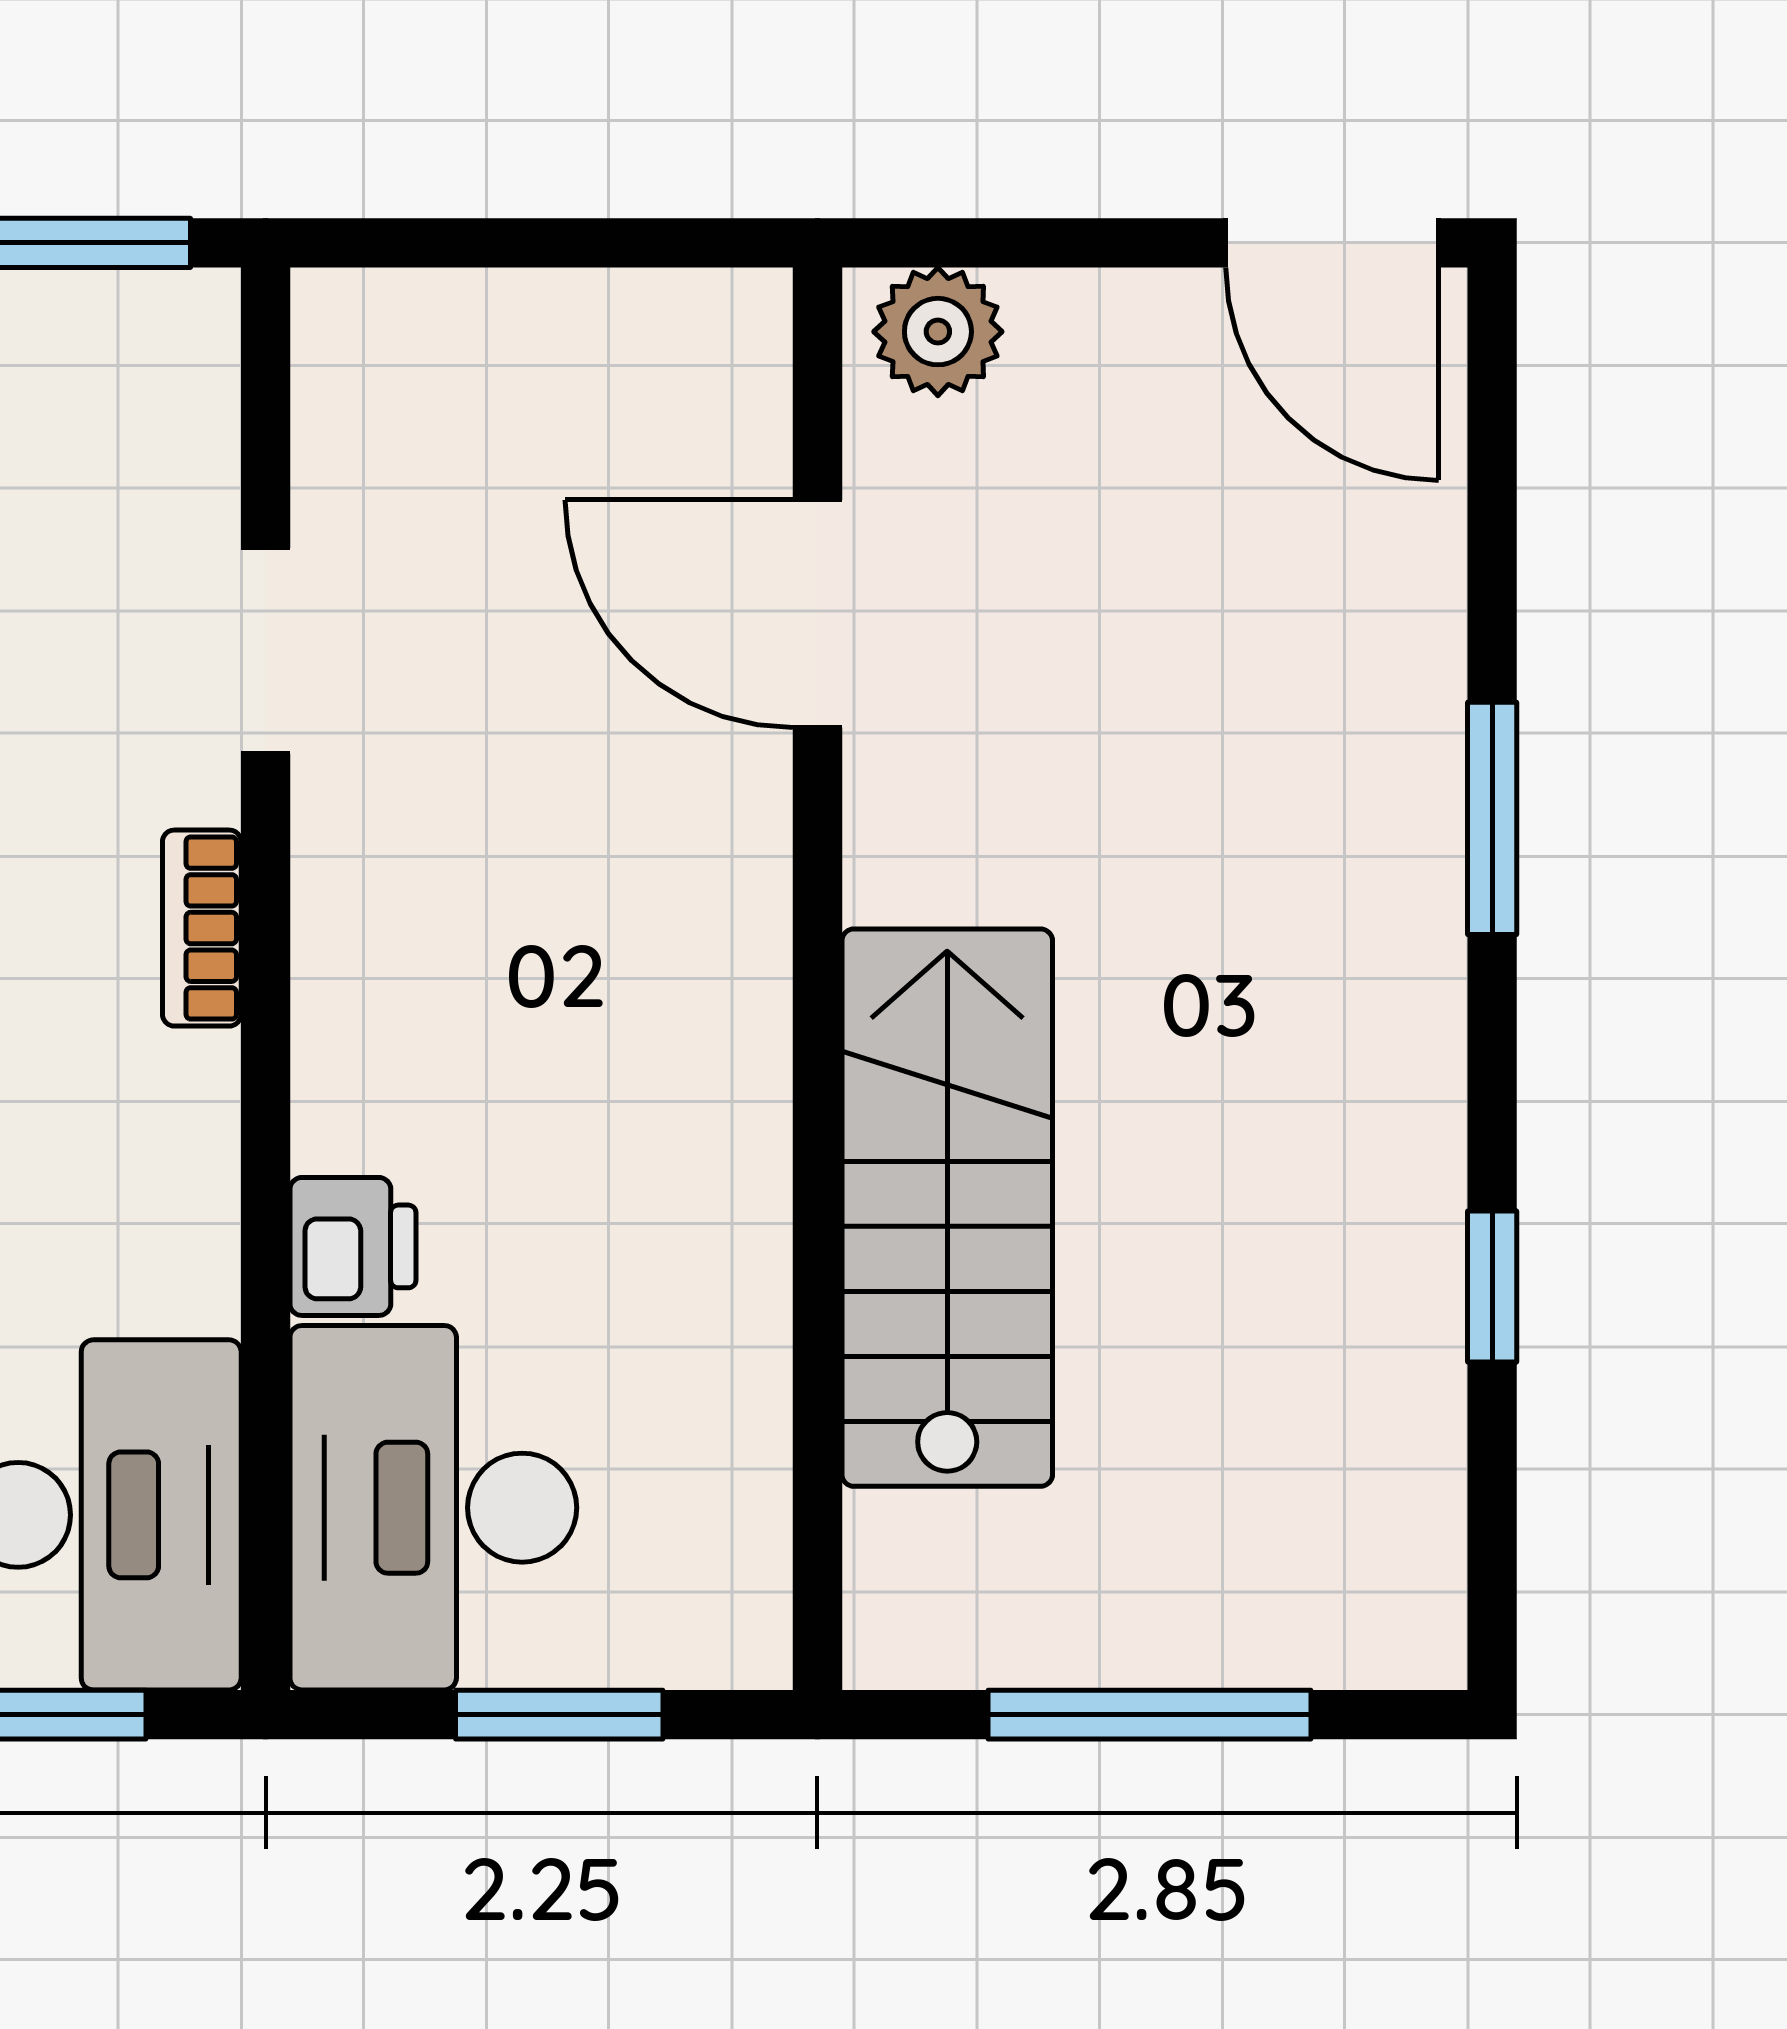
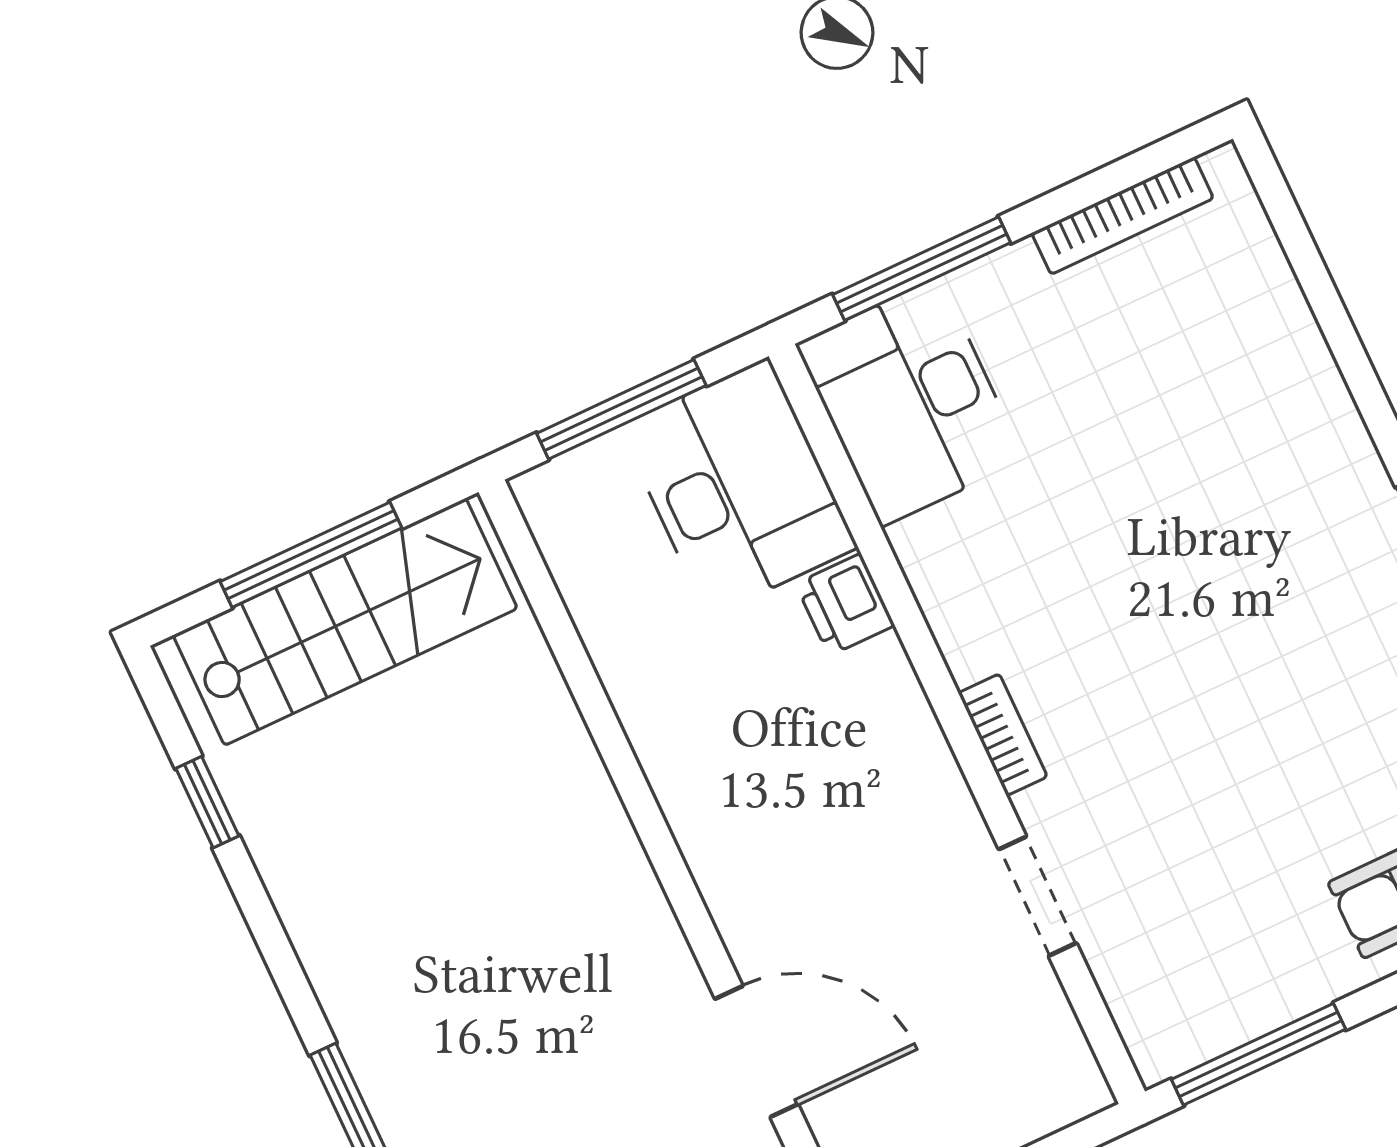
stairs: (947, 1208) -> (345, 622), moved, turned -90
window: (1492, 1287) -> (207, 802), moved
window: (559, 1715) -> (621, 409), width x1.44

